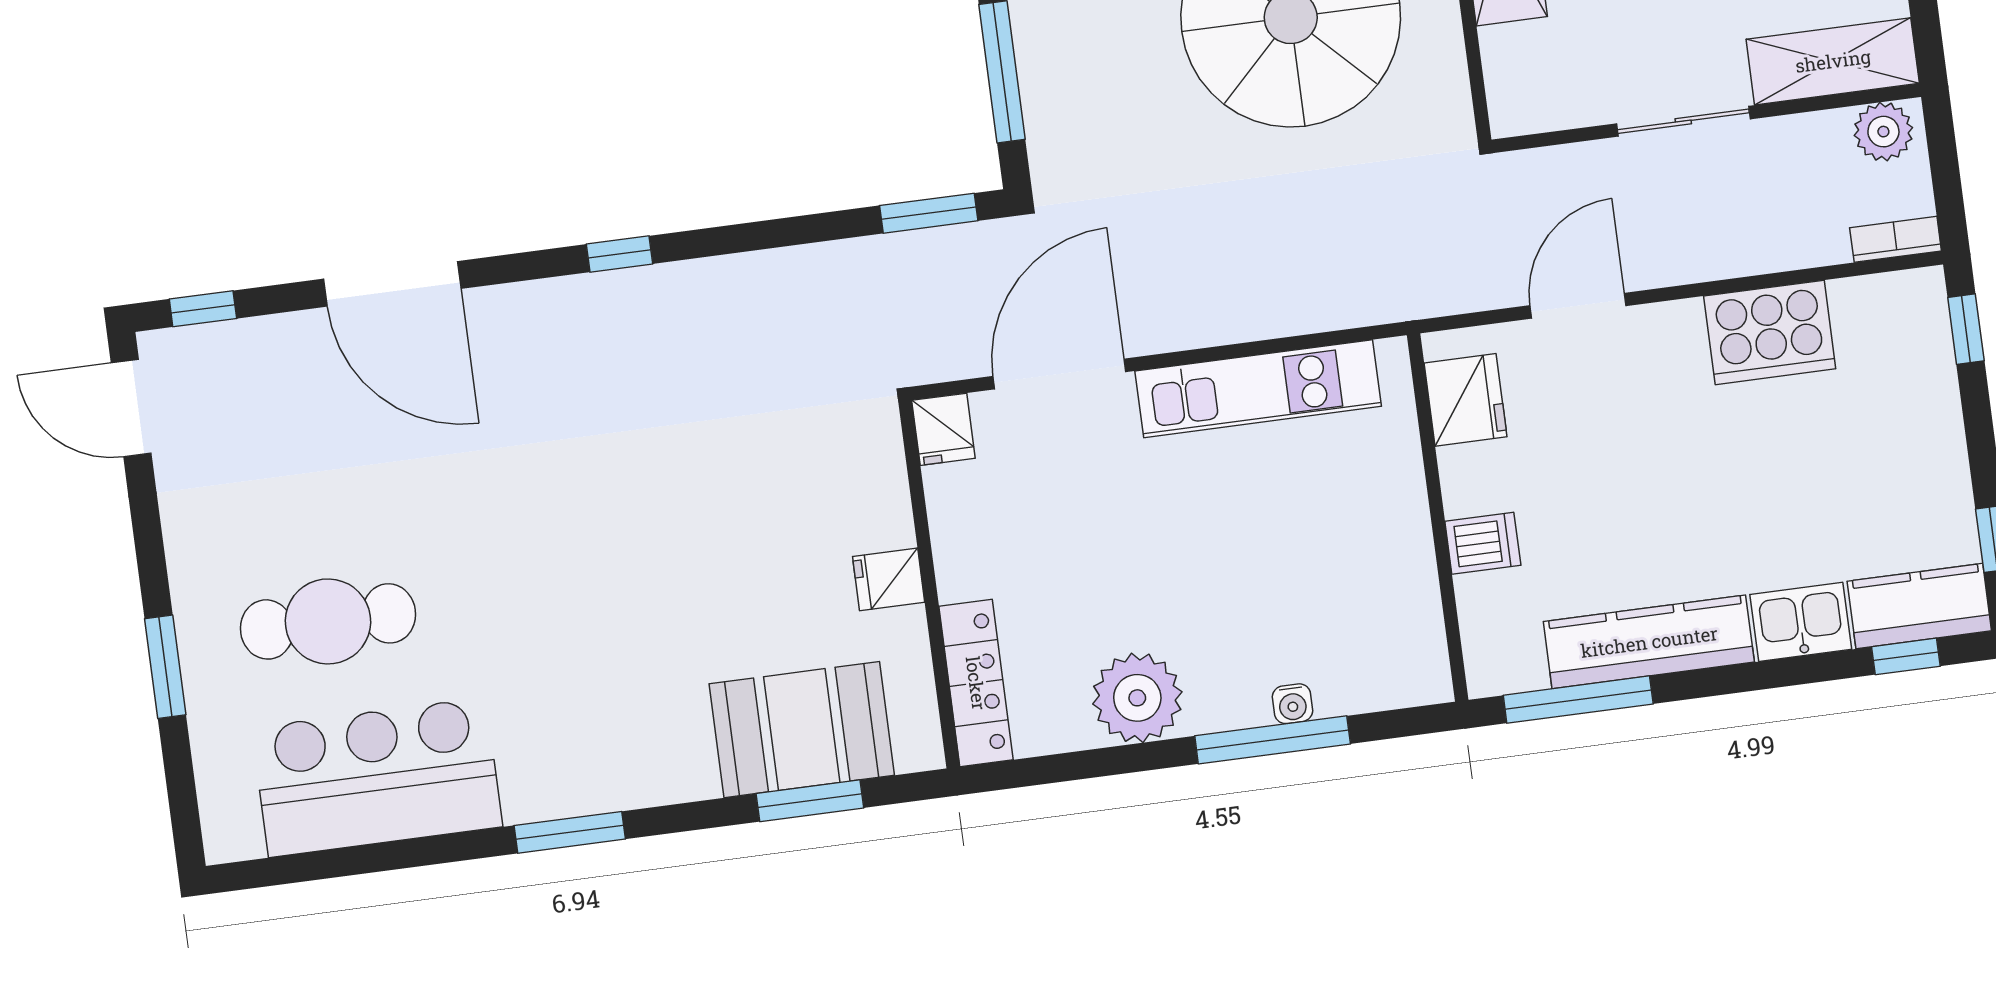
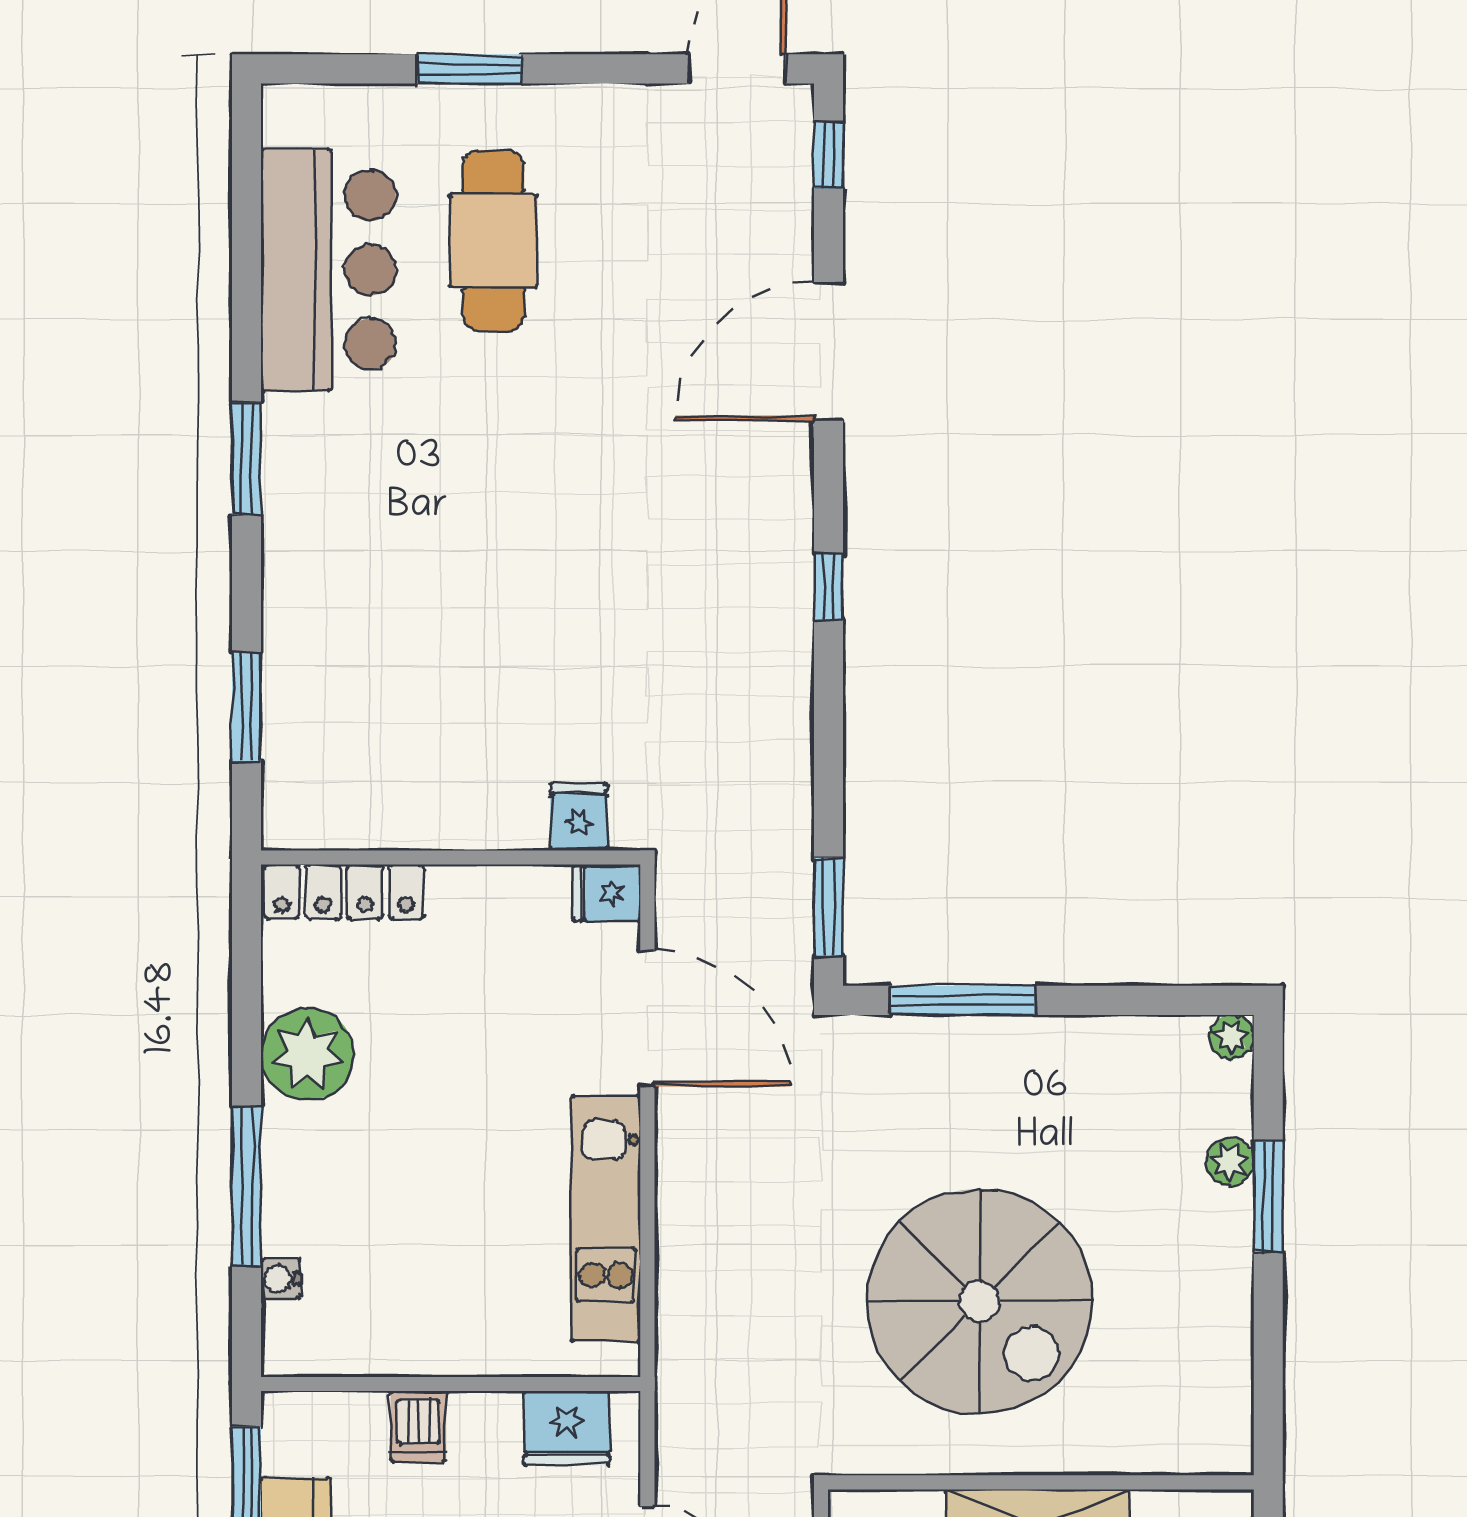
fridge: (889, 579) -> (579, 817), moved
water cooler: (1292, 704) -> (281, 1279), moved
booth: (802, 730) -> (320, 708), removed

